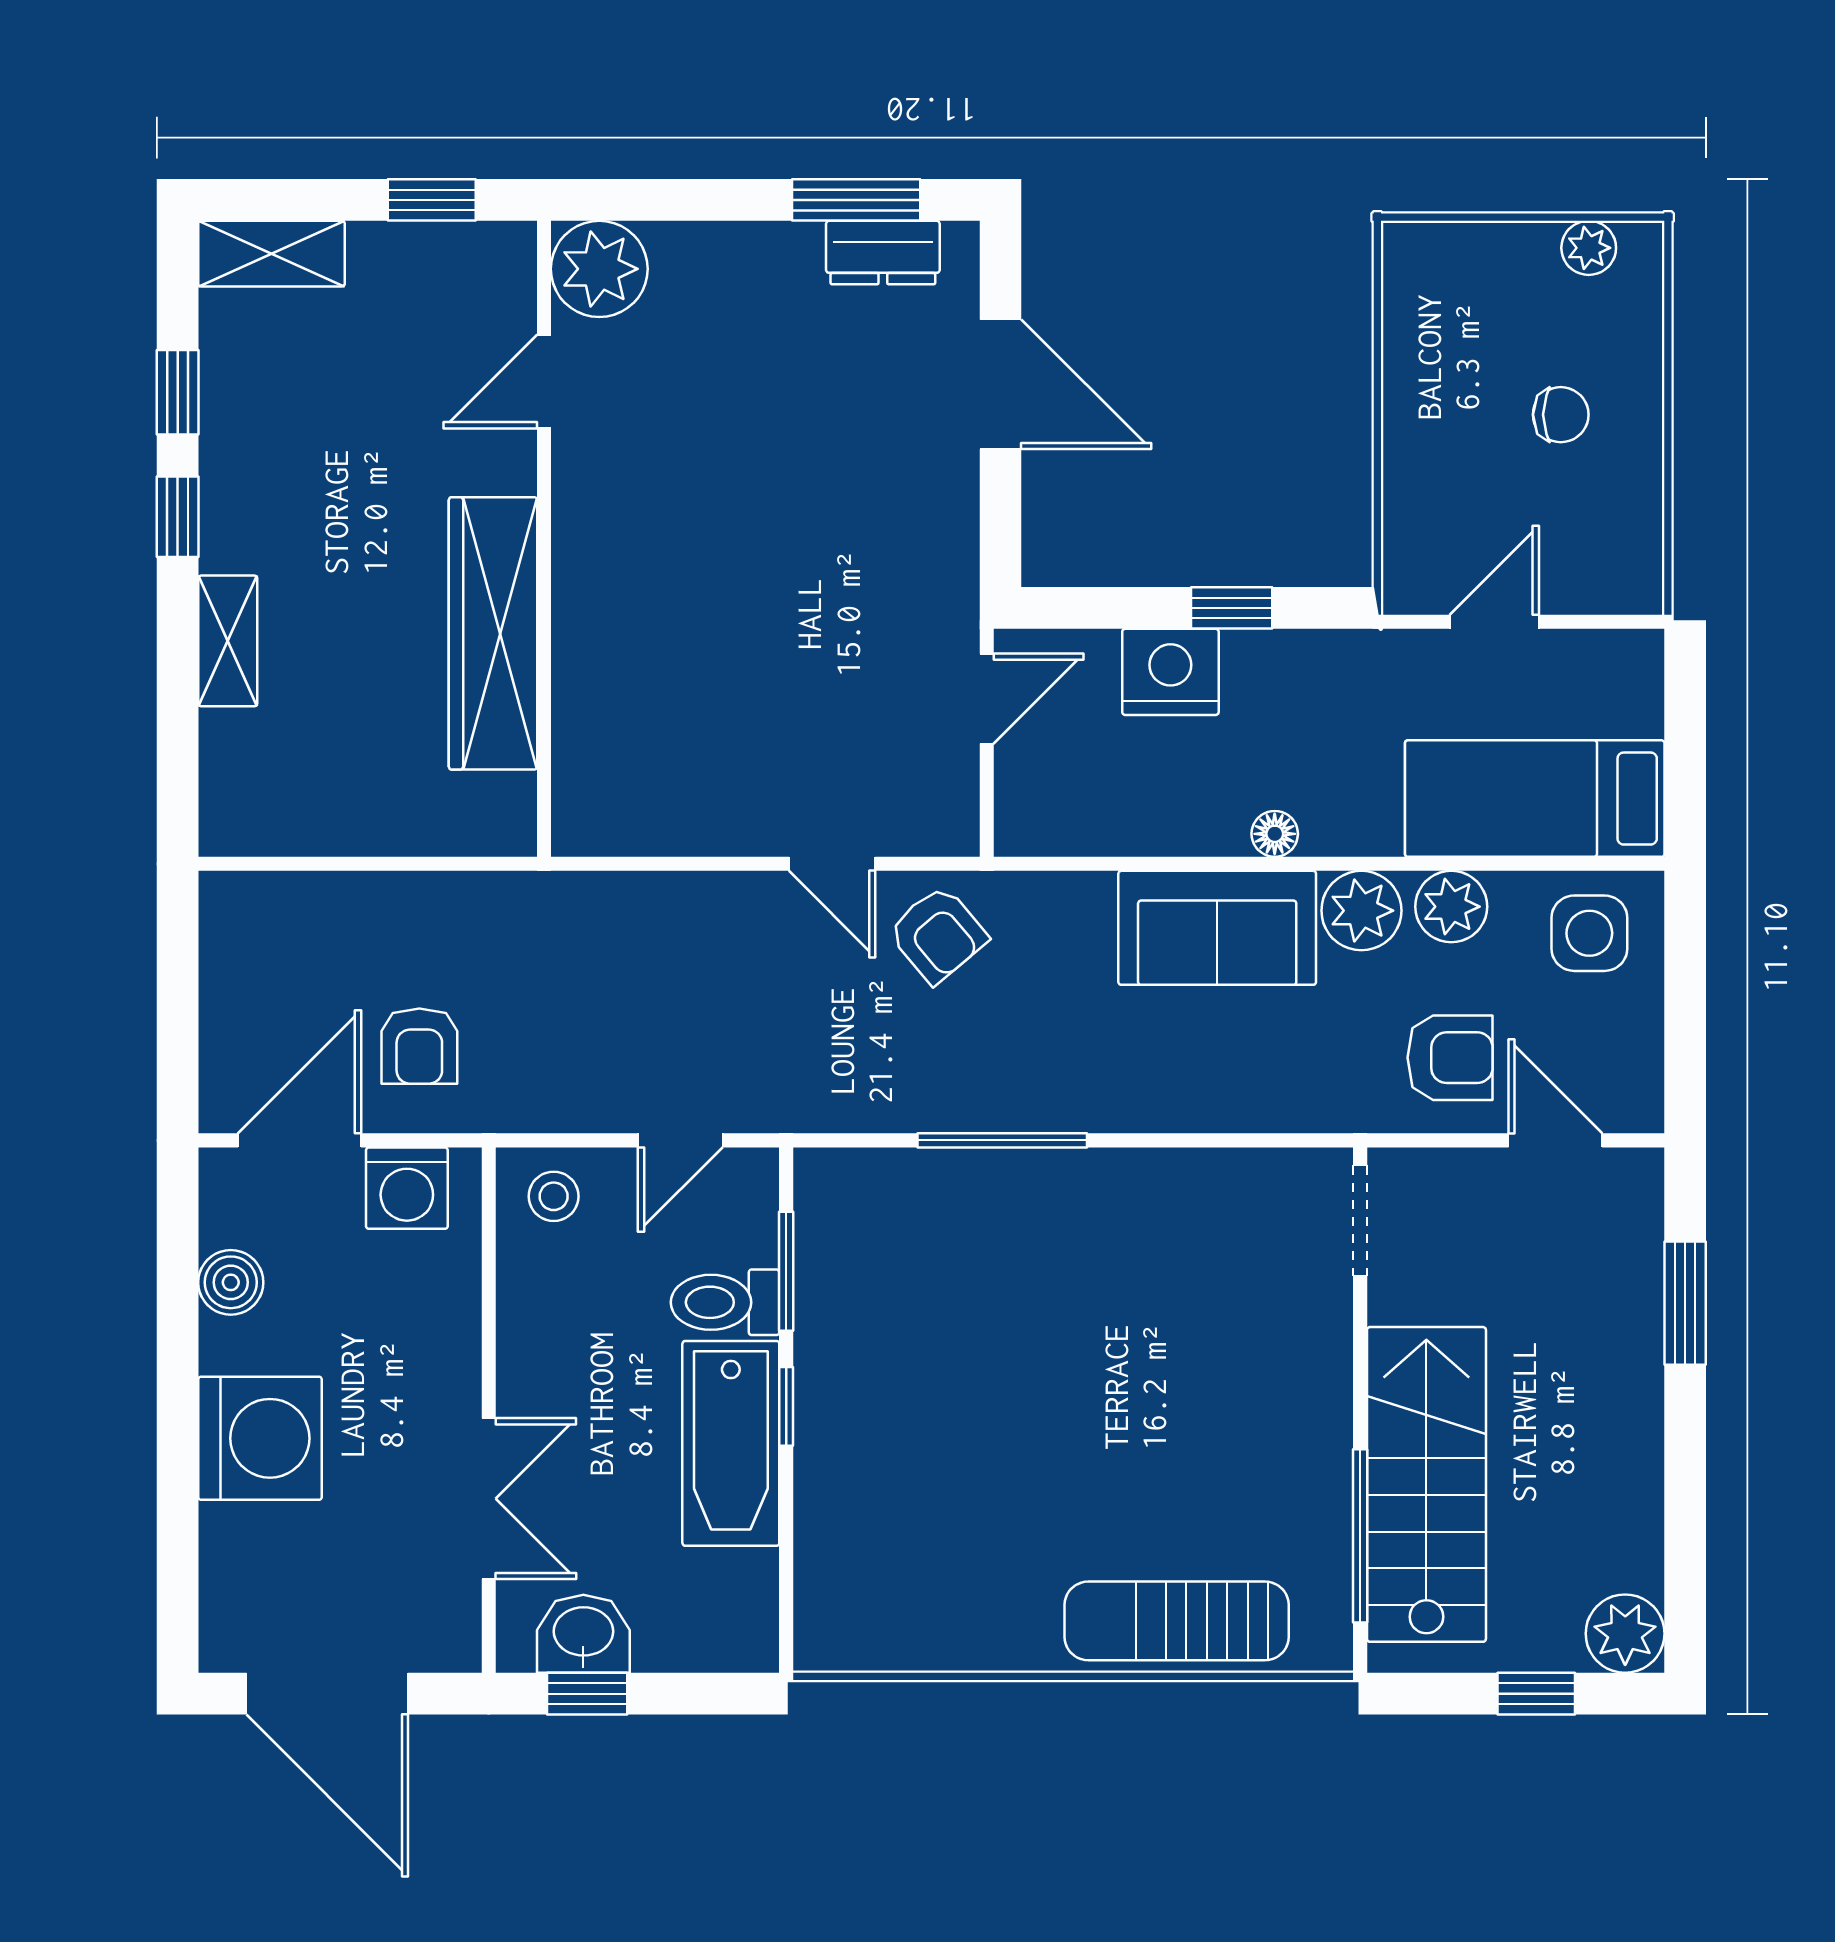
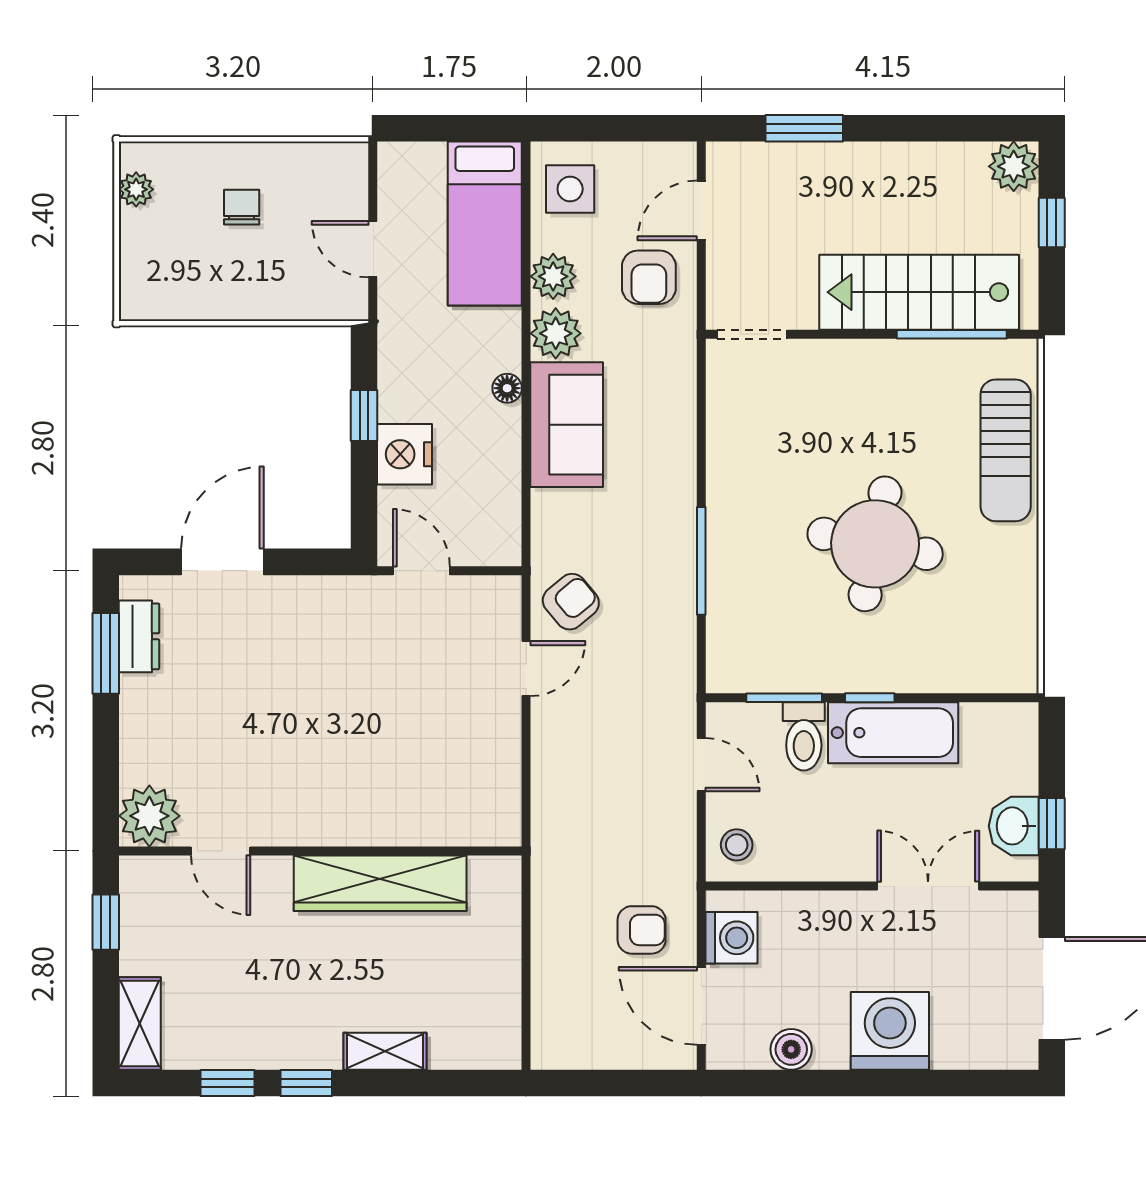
armchair: (1450, 1058) -> (649, 277), turned 180
round table: (1029, 1415) -> (875, 544), added

